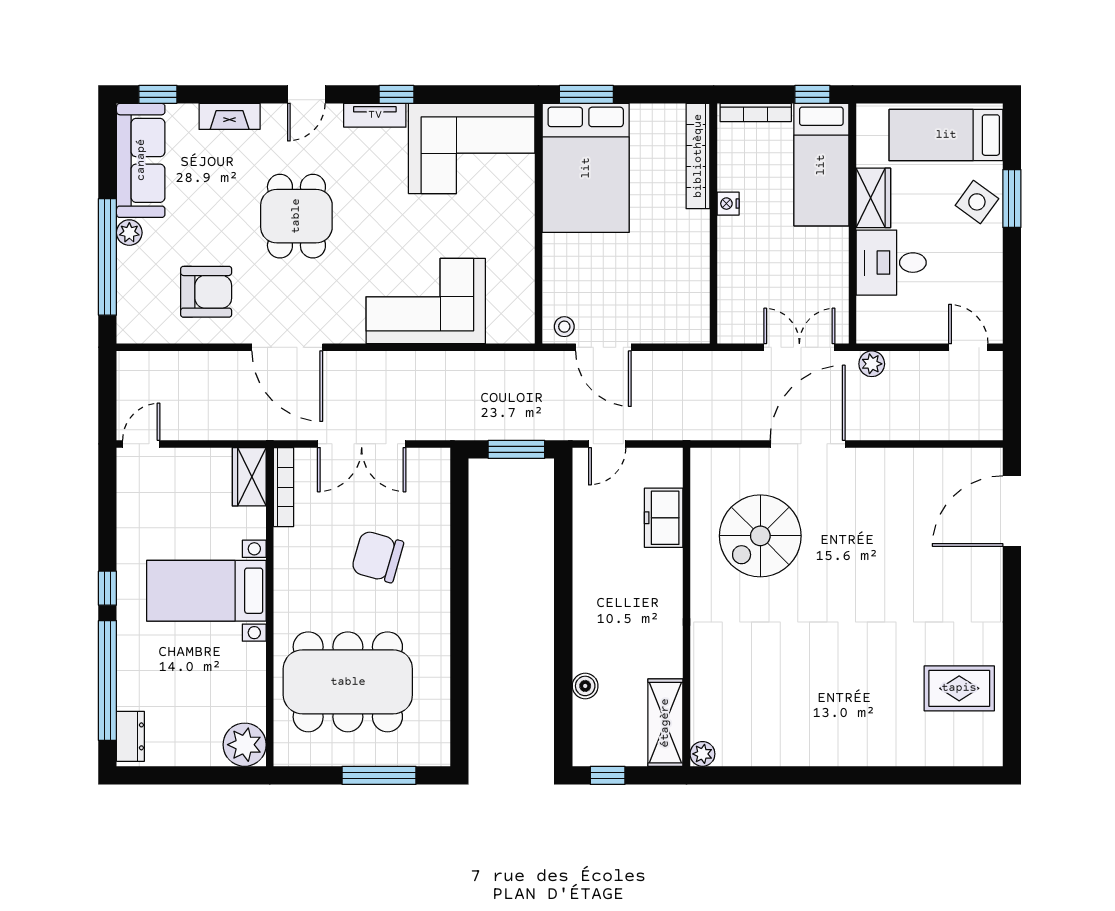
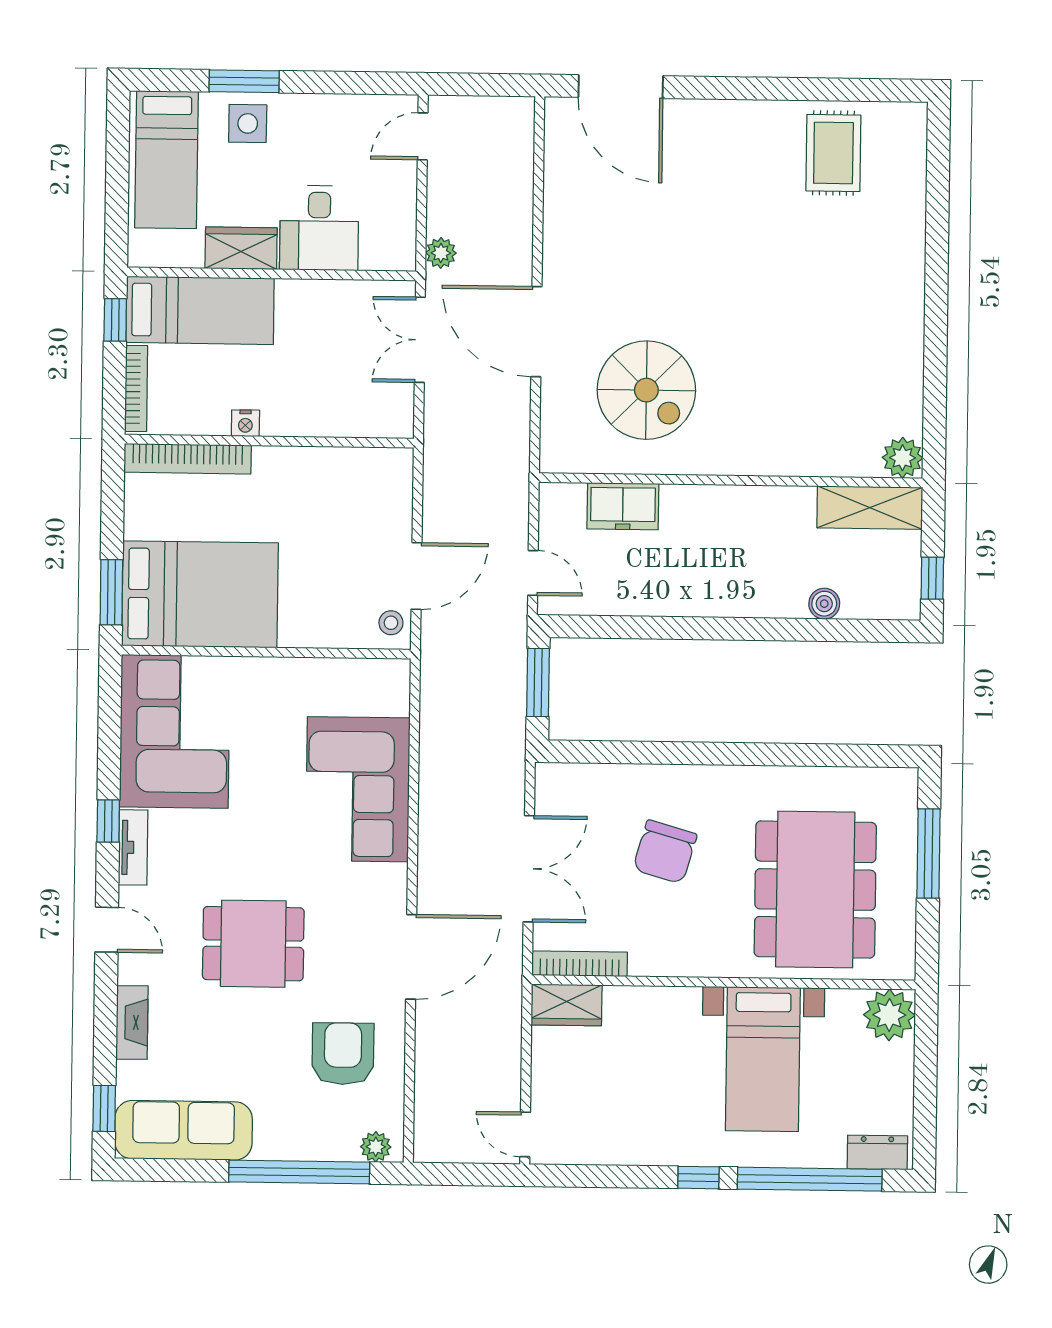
side table: (977, 202) -> (248, 123), turned -36
plant: (129, 233) -> (376, 1147), moved
bed with nightstands: (206, 591) -> (763, 1059), moved
plant: (702, 754) -> (903, 458), width x1.38, depth x1.38

